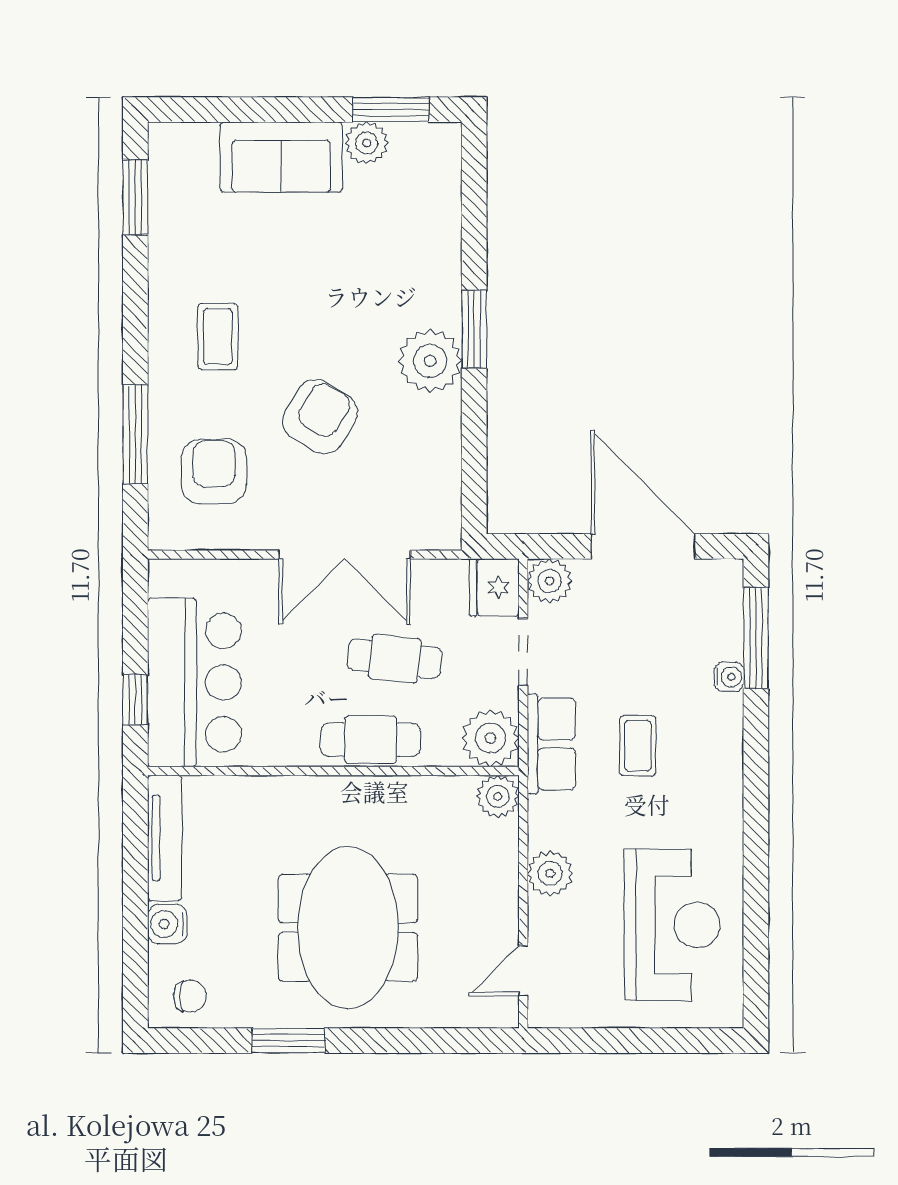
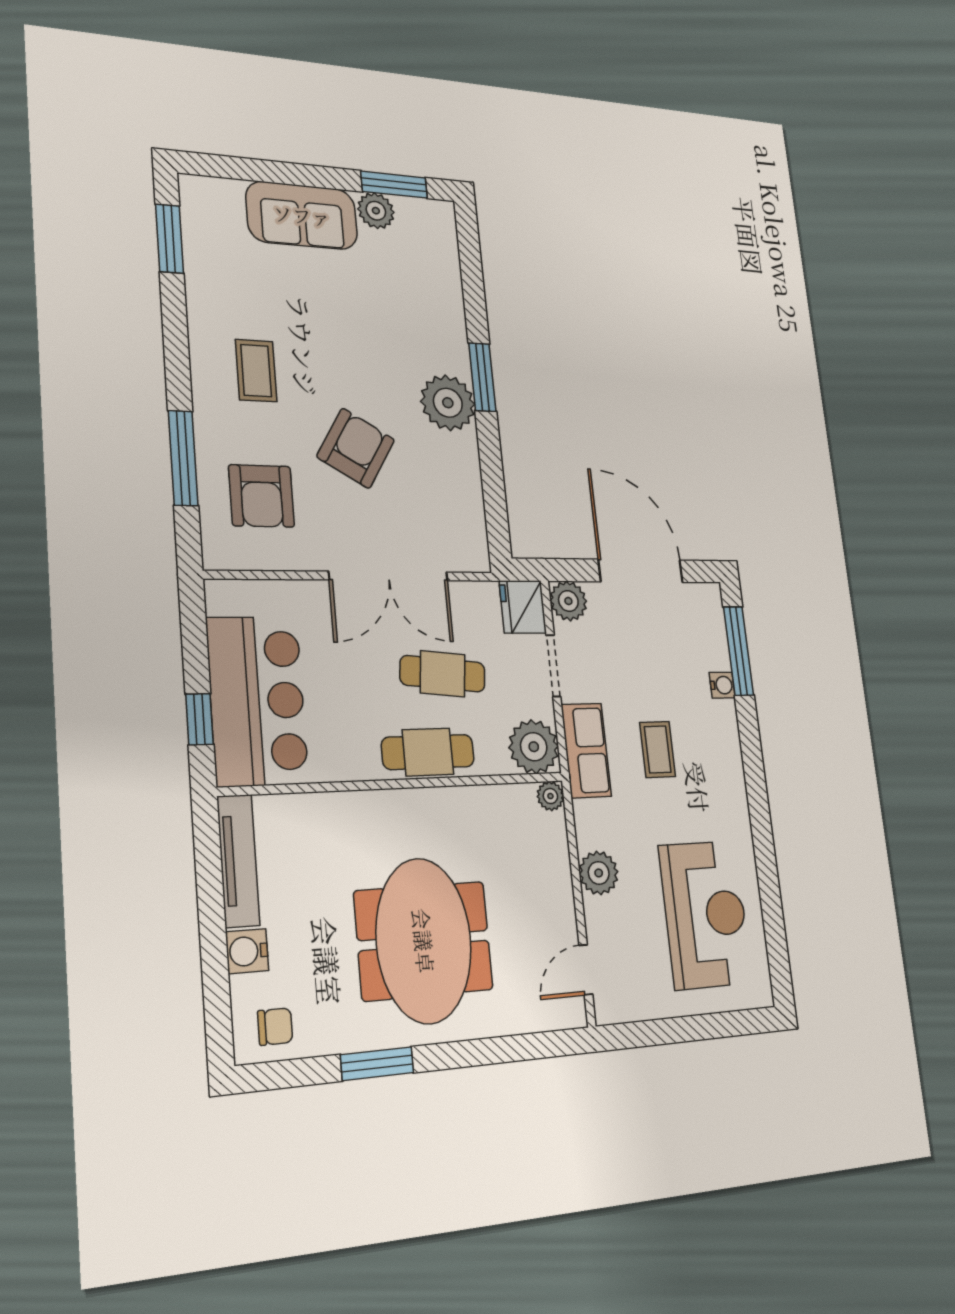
armchair: (214, 472) -> (261, 496), turned 180
plant: (498, 796) -> (550, 796), width x0.73, depth x0.73

